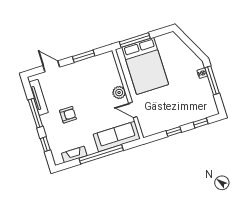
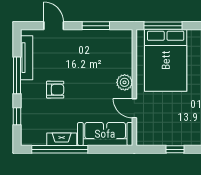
fireplace: (74, 154) -> (62, 139), moved
window: (101, 154) -> (60, 149), moved

